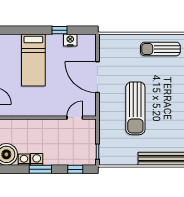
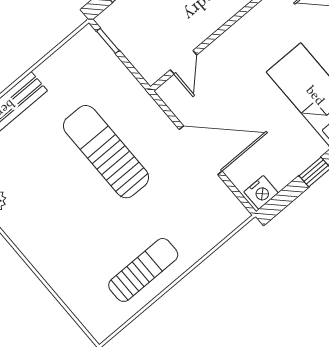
nightstand: (70, 40) -> (261, 192), moved

